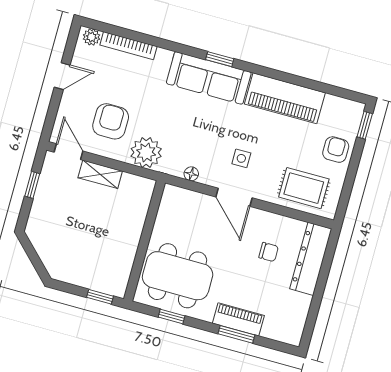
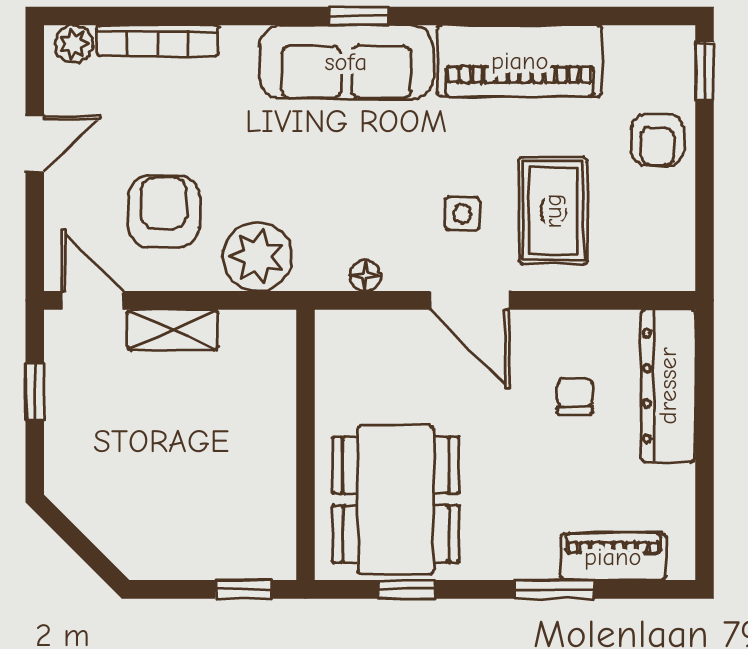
armchair: (336, 150) -> (657, 140), turned 180
rug: (304, 188) -> (553, 211), moved, turned 90
chair: (269, 252) -> (575, 396), turned -90
dining table: (178, 276) -> (396, 500), turned 90
piano: (238, 319) -> (613, 557), moved

